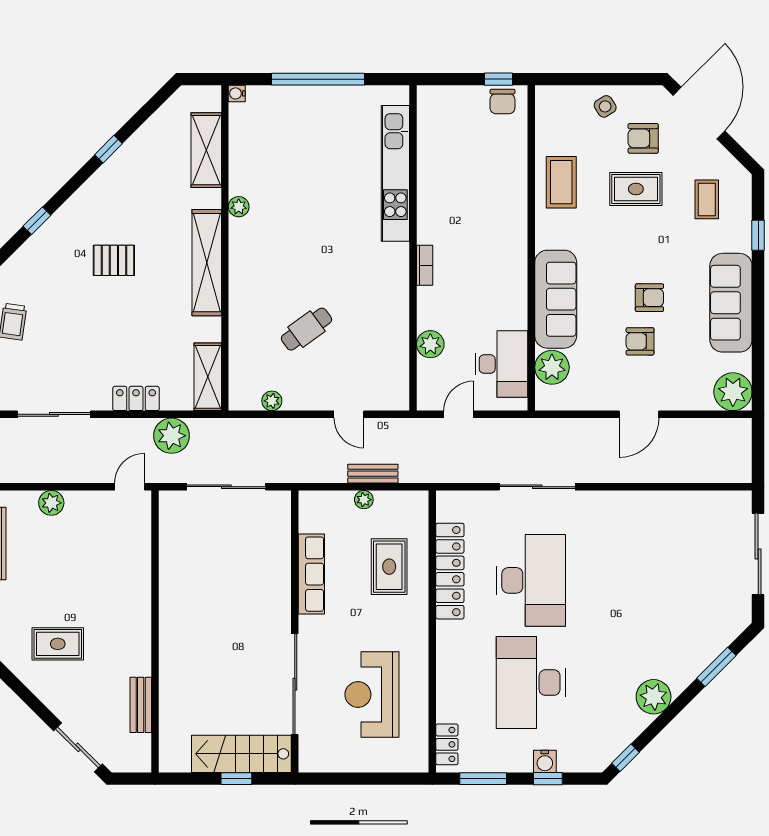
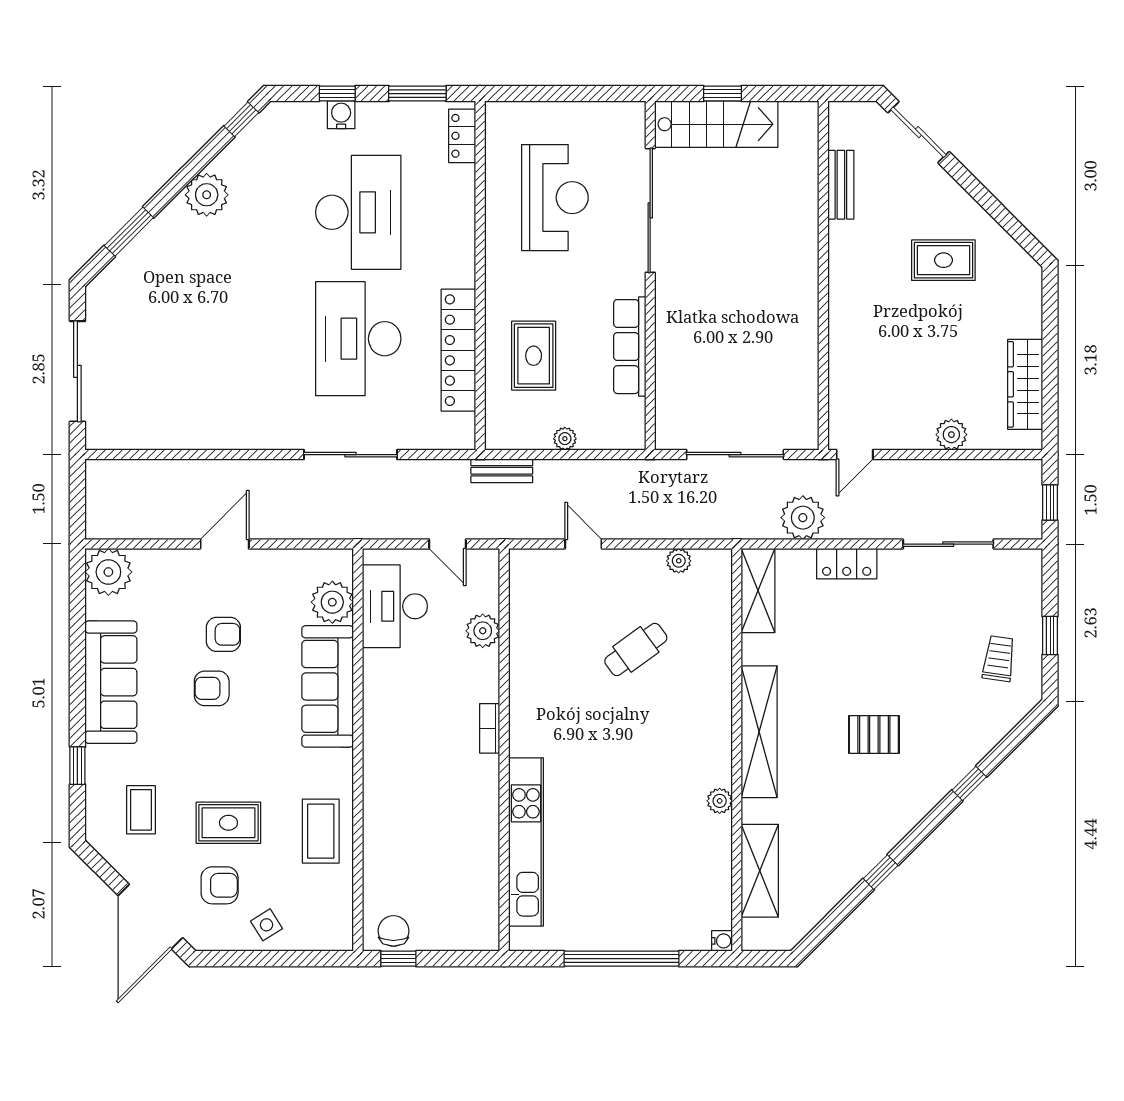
door: (459, 414) -> (447, 544), hinge flipped
bench: (373, 474) -> (502, 471), moved

